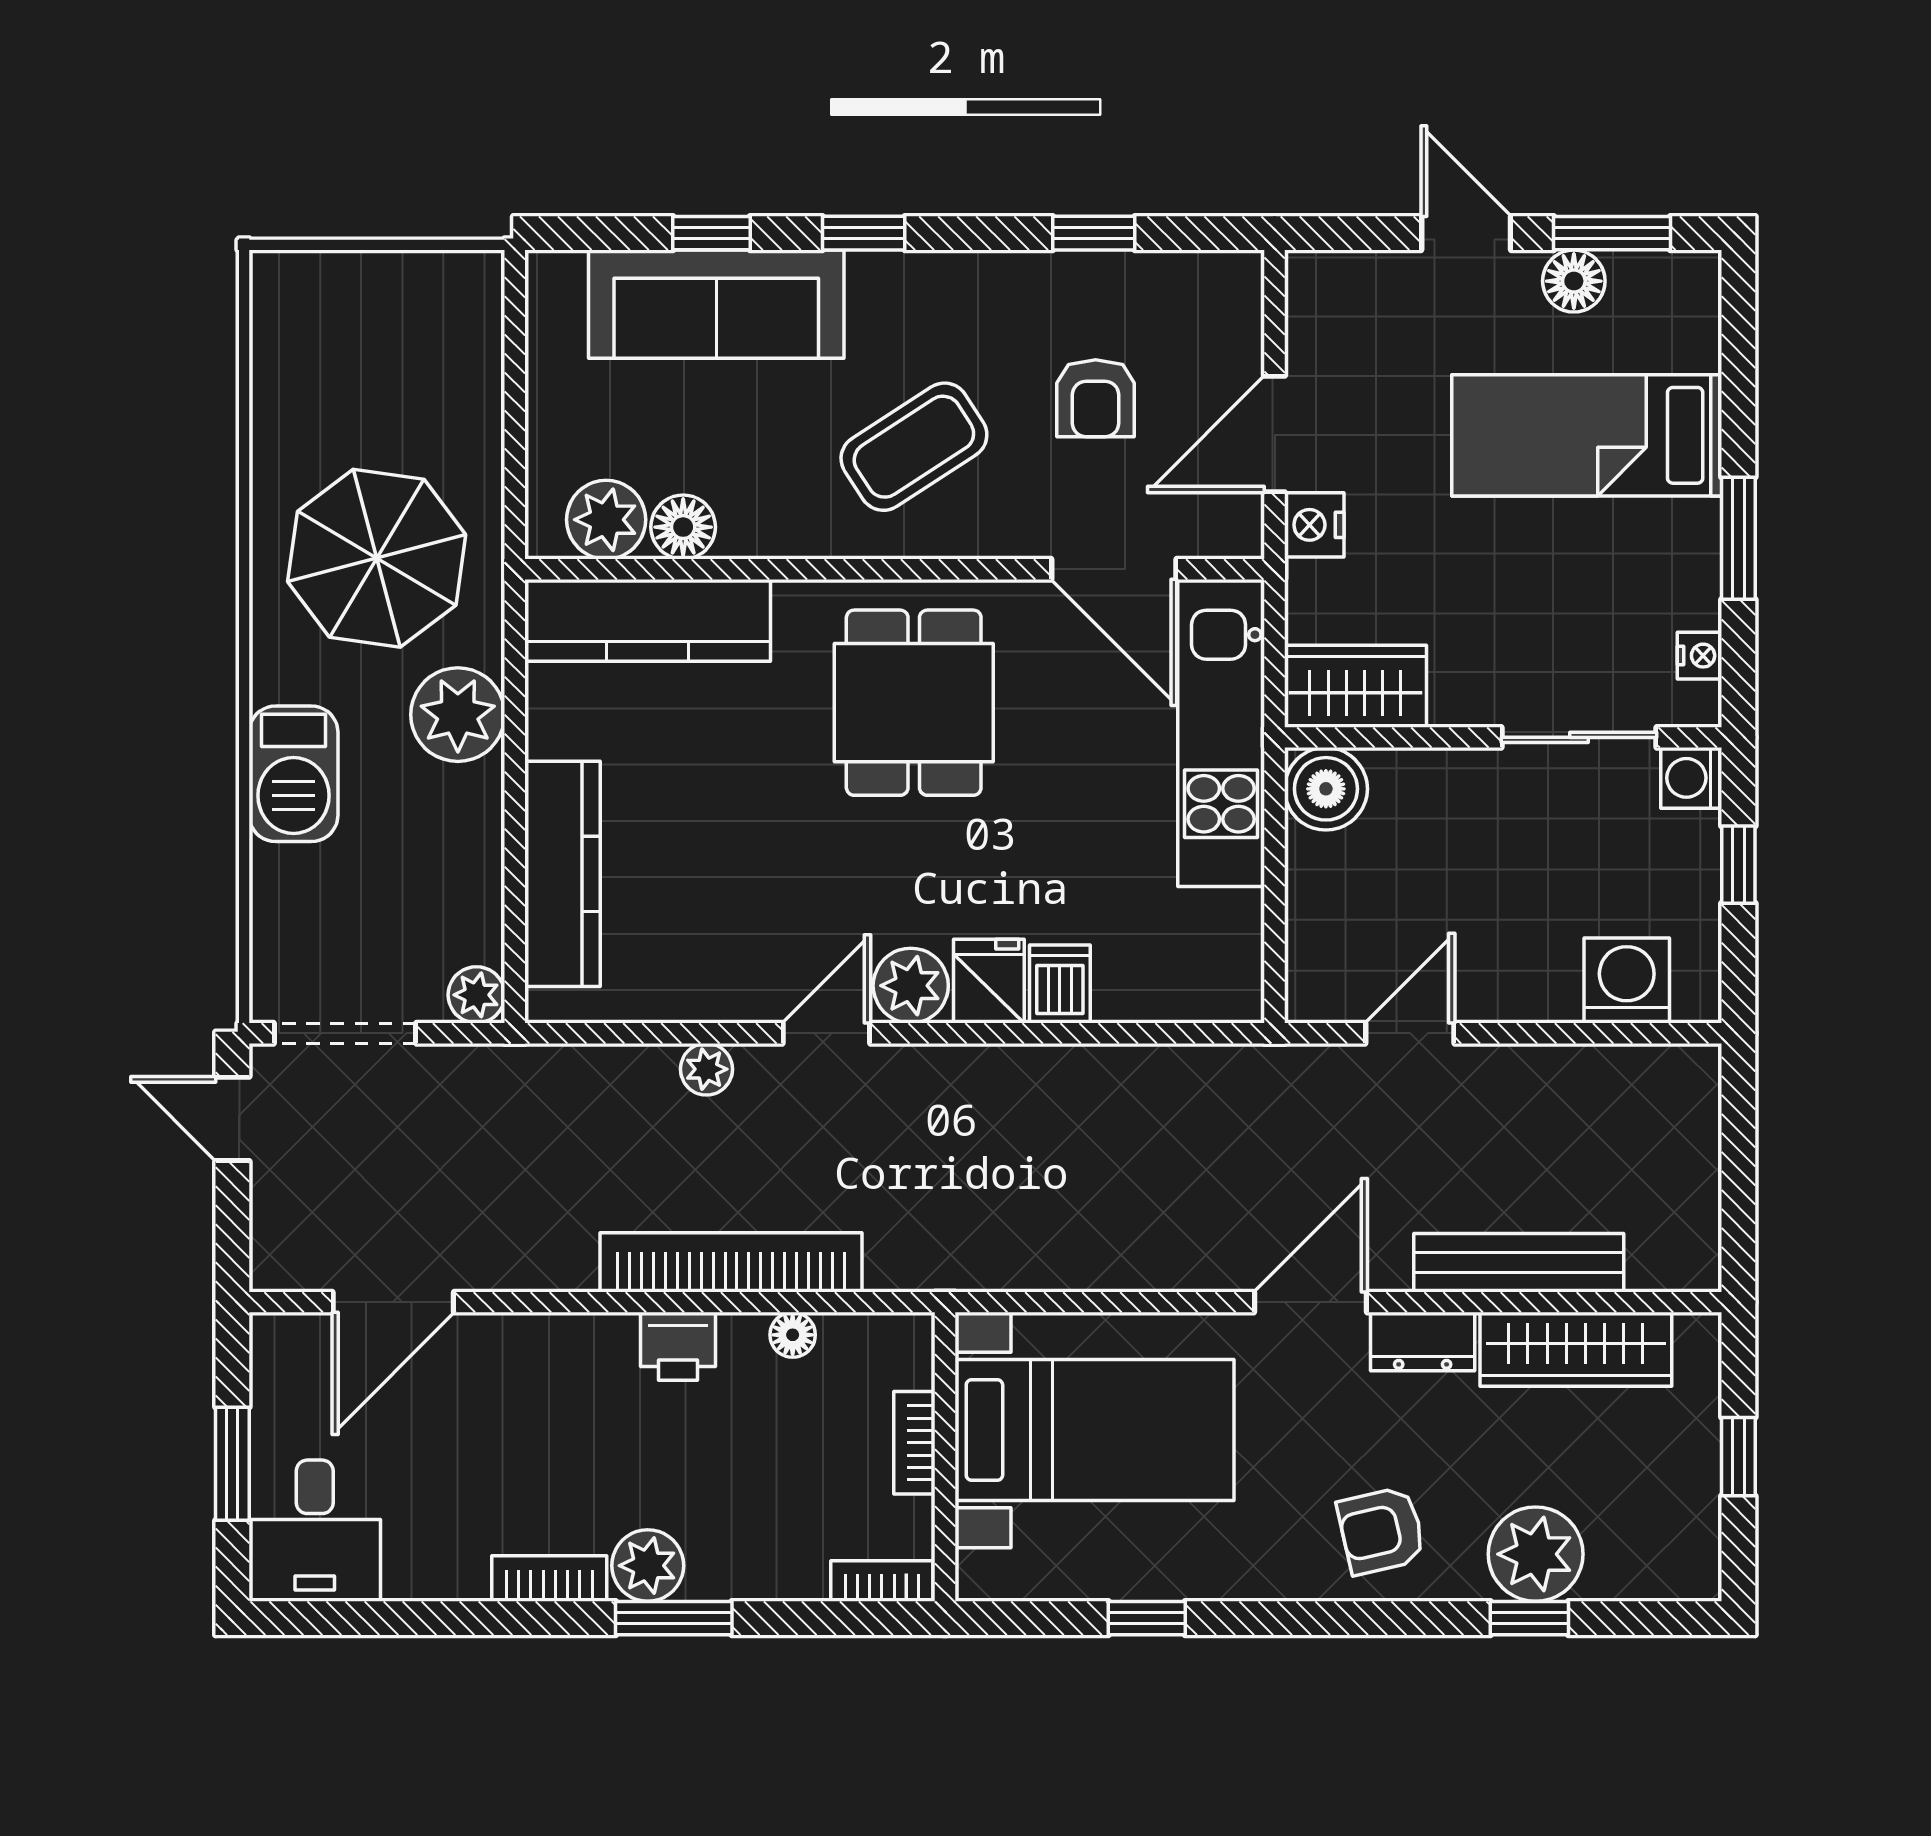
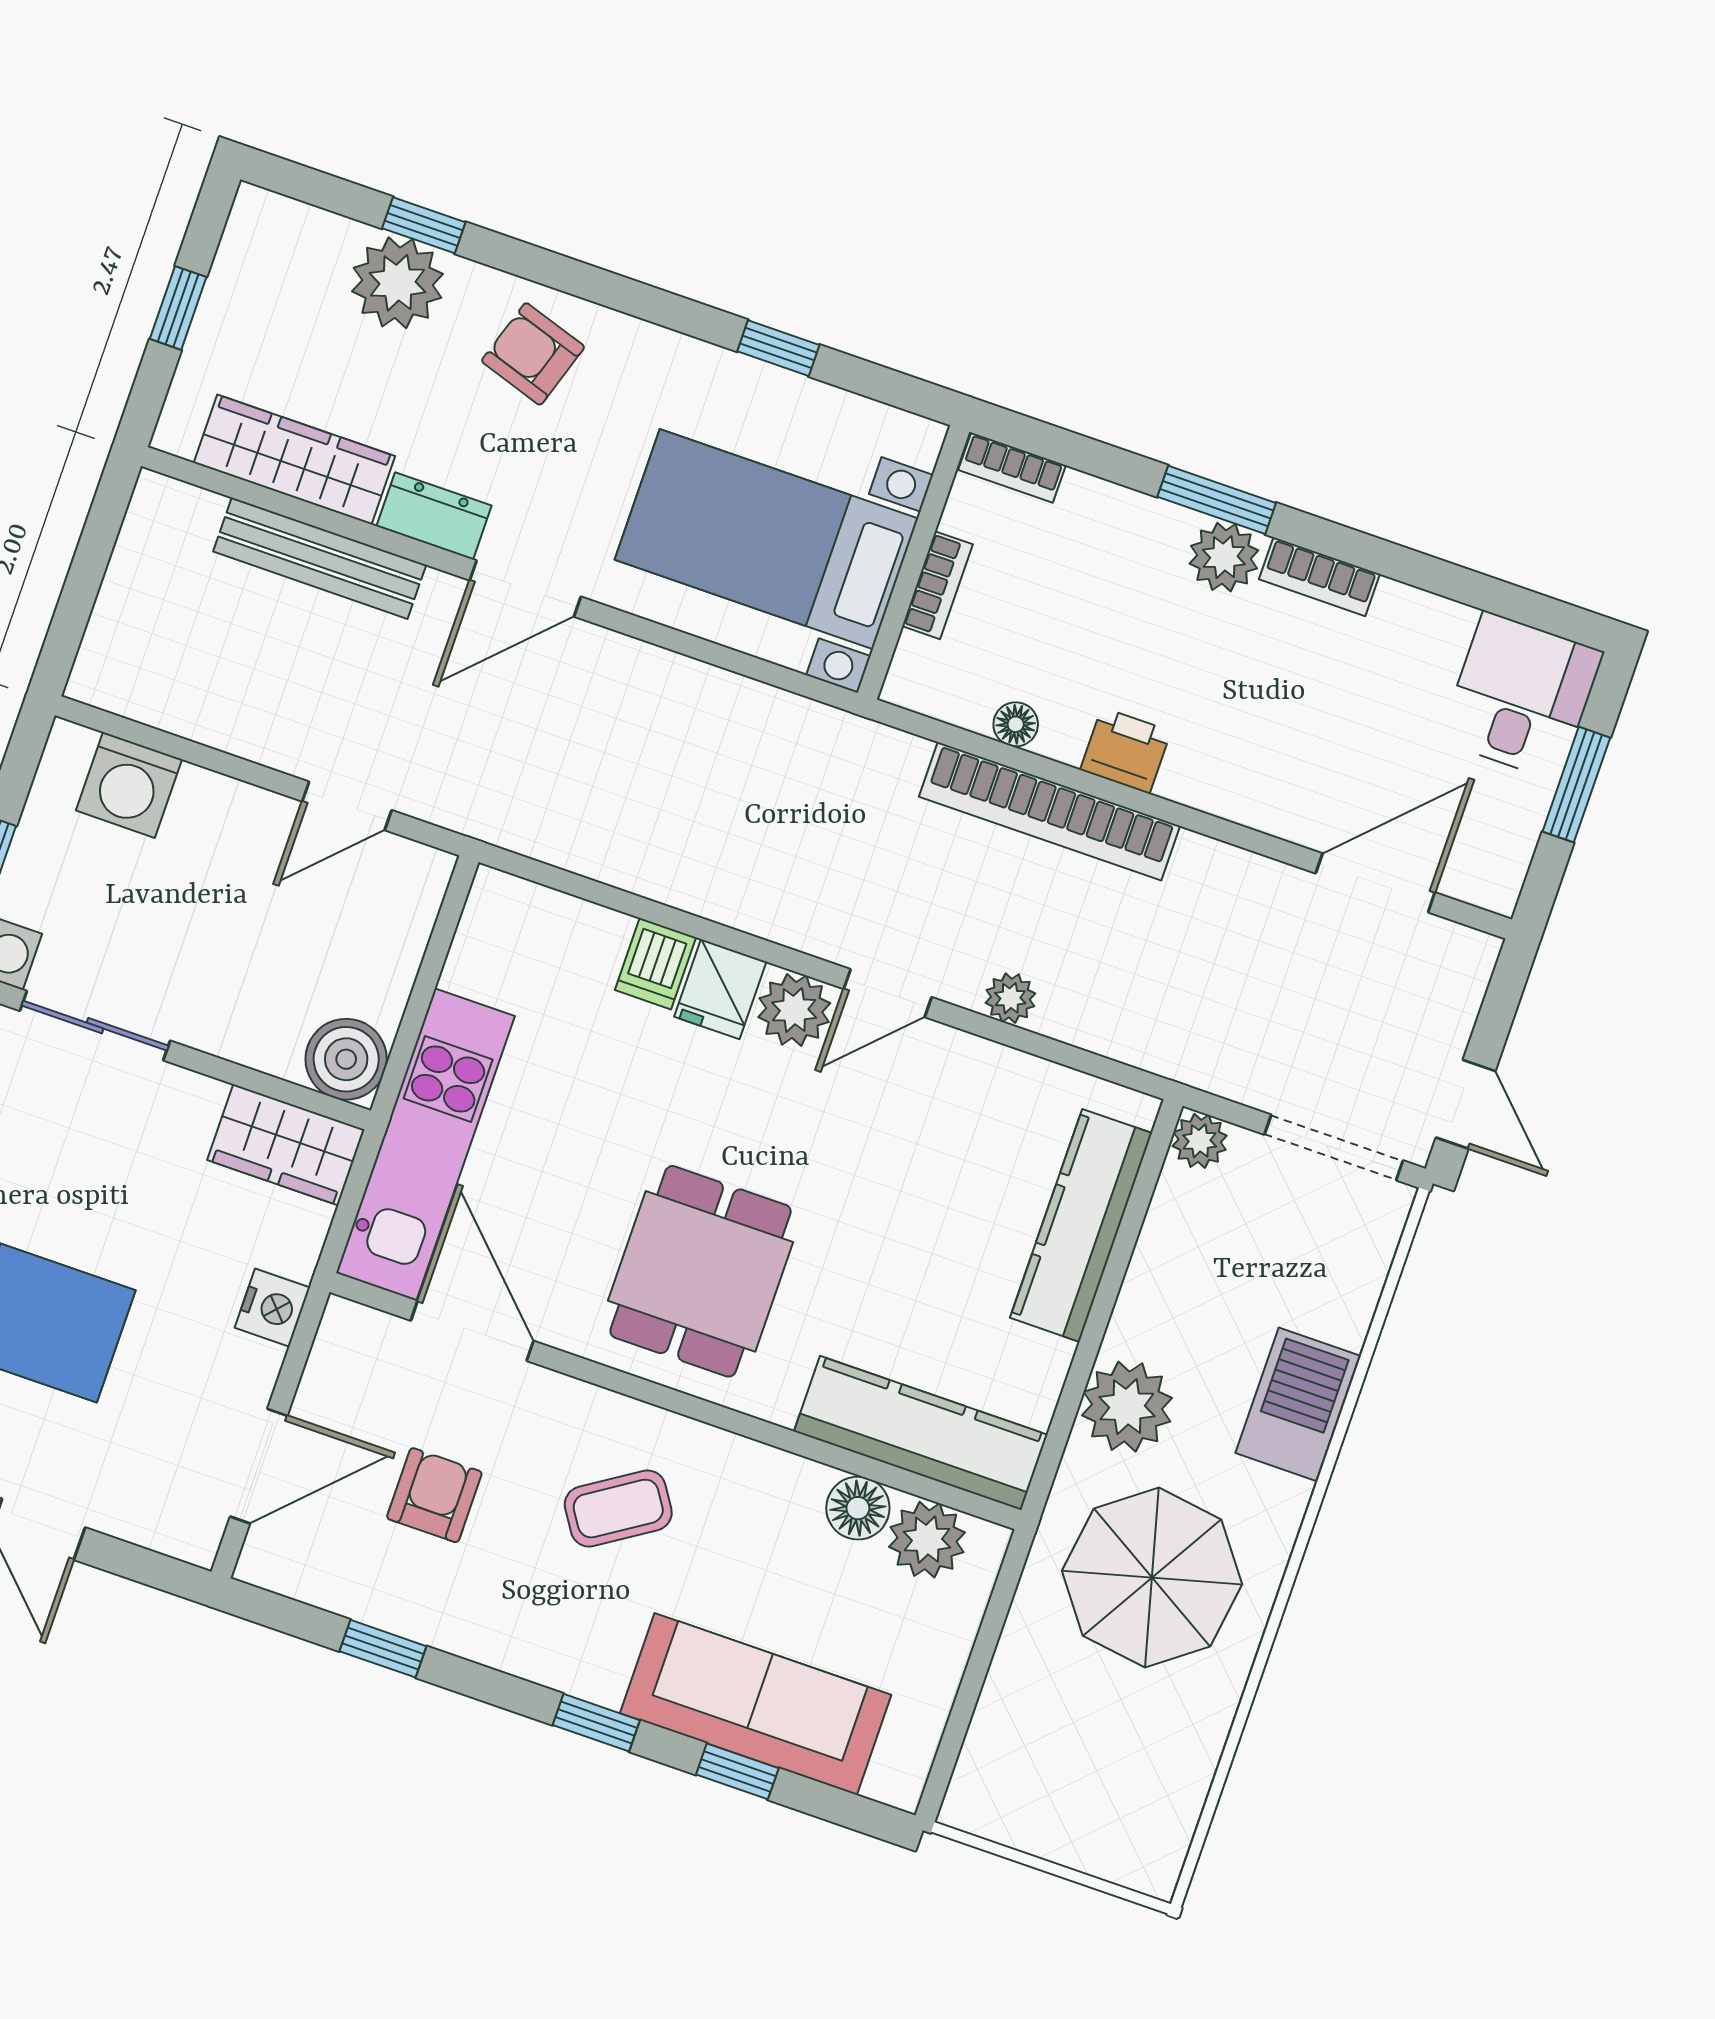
door: (1275, 434) -> (259, 1466), moved
coffee table: (914, 447) -> (618, 1509), width x0.73, depth x0.77
armchair: (1381, 1531) -> (533, 354), turned -149

